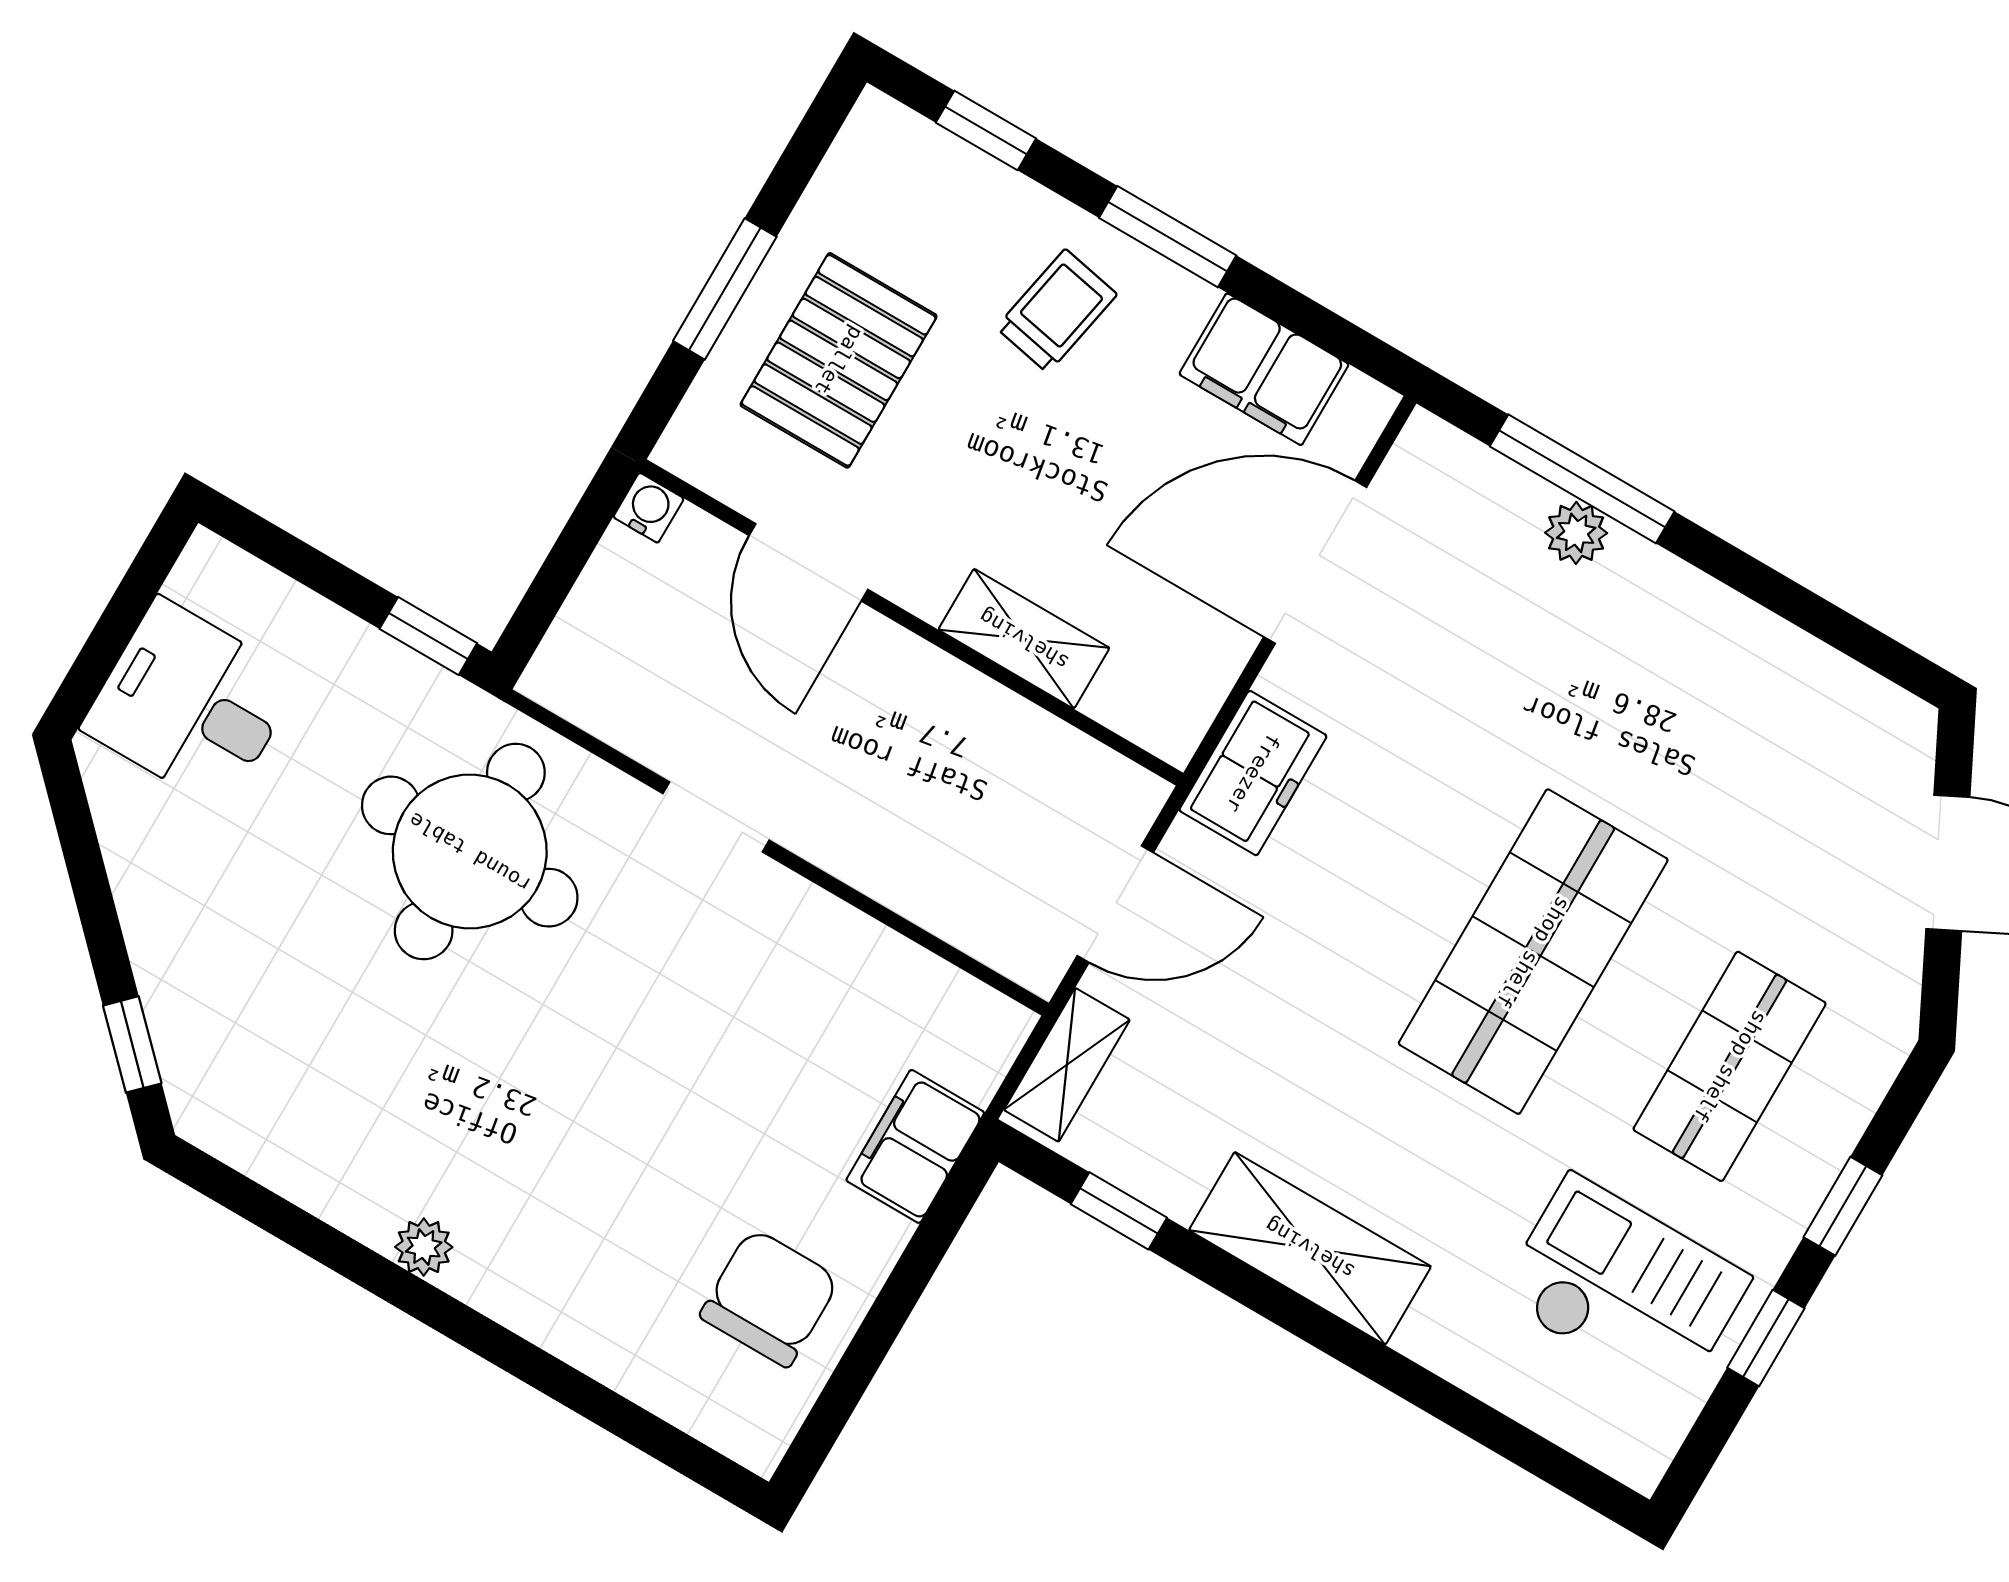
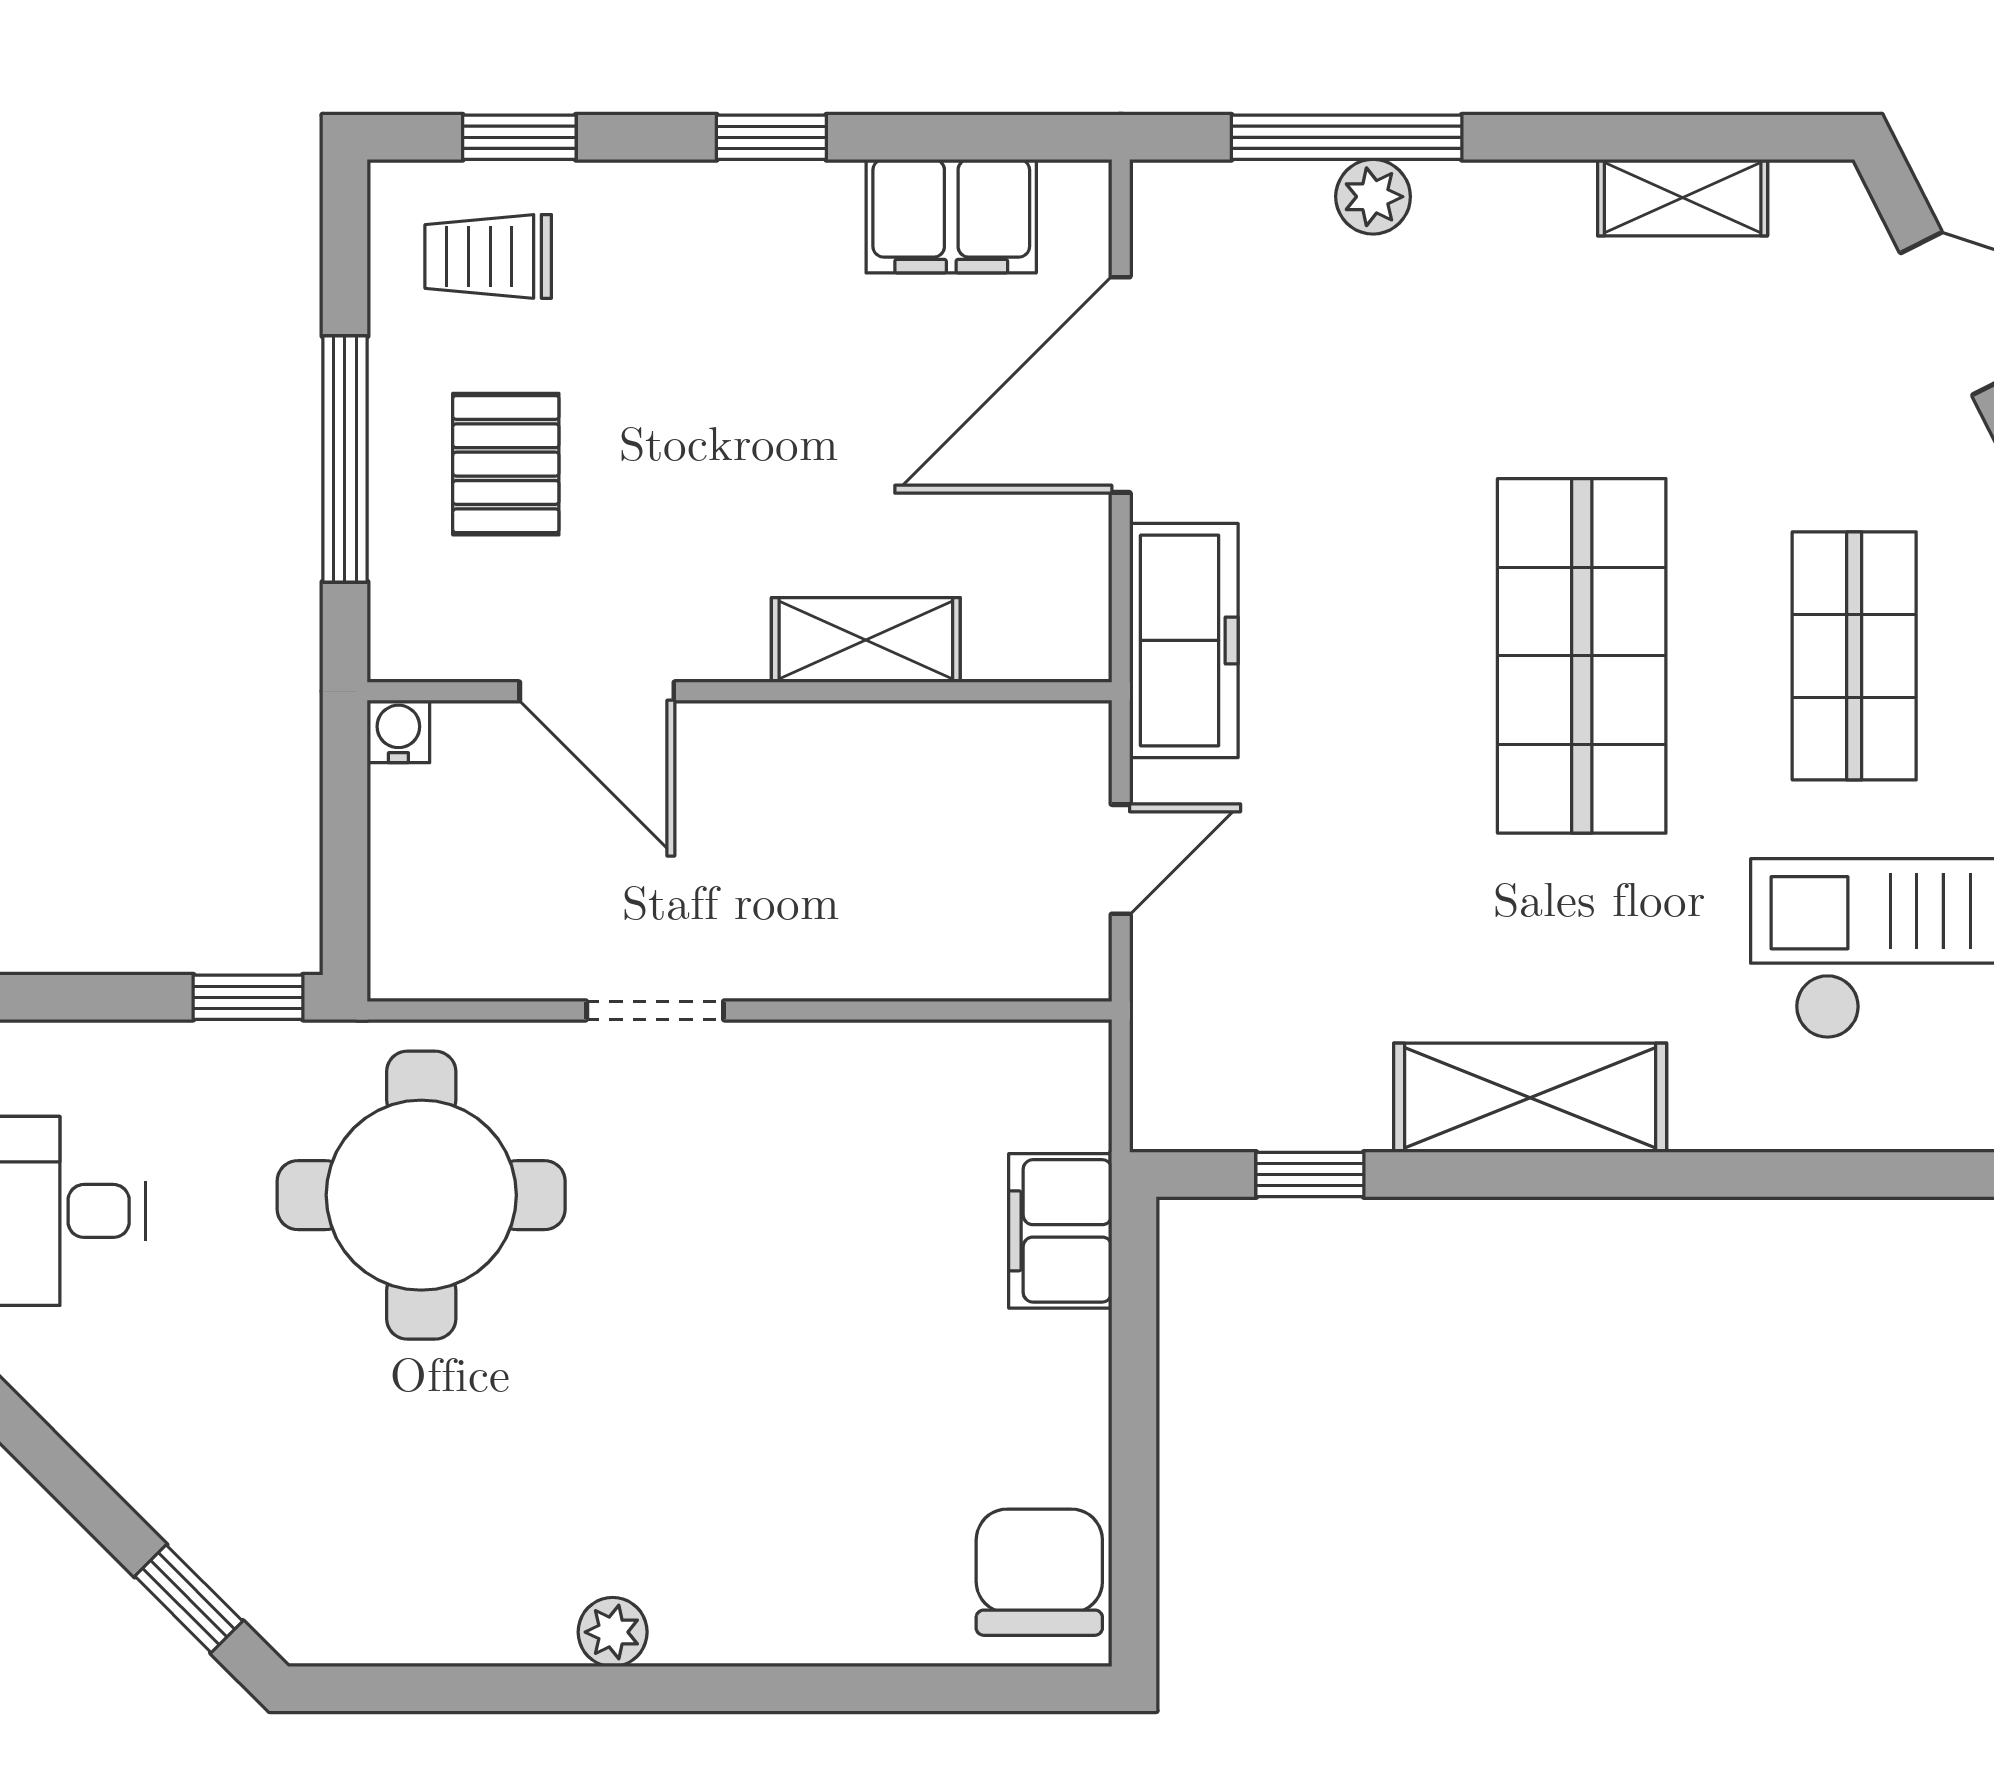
window: (1168, 237) -> (771, 137), width x0.67
window: (725, 289) -> (345, 459), width x1.44
trolley: (1057, 311) -> (488, 256), moved, turned -101
pallet: (839, 360) -> (506, 464), width x0.67, depth x0.71
freezer: (1253, 773) -> (1184, 640), width x1.40
door: (1115, 904) -> (1121, 859), width x0.73
shelving: (1067, 1065) -> (1683, 198), moved, turned 90
chair: (770, 1298) -> (1039, 1572), moved

